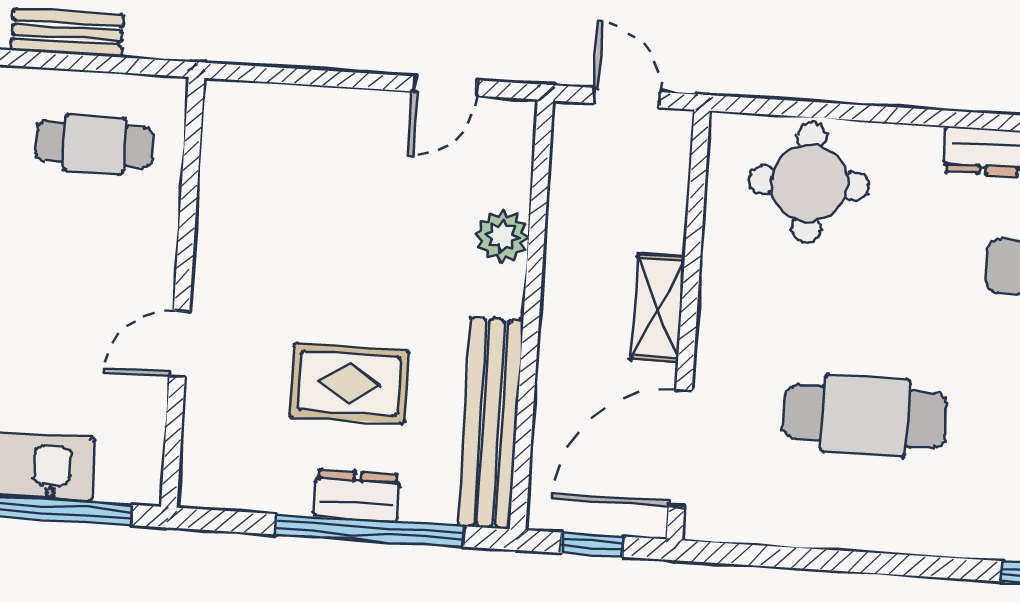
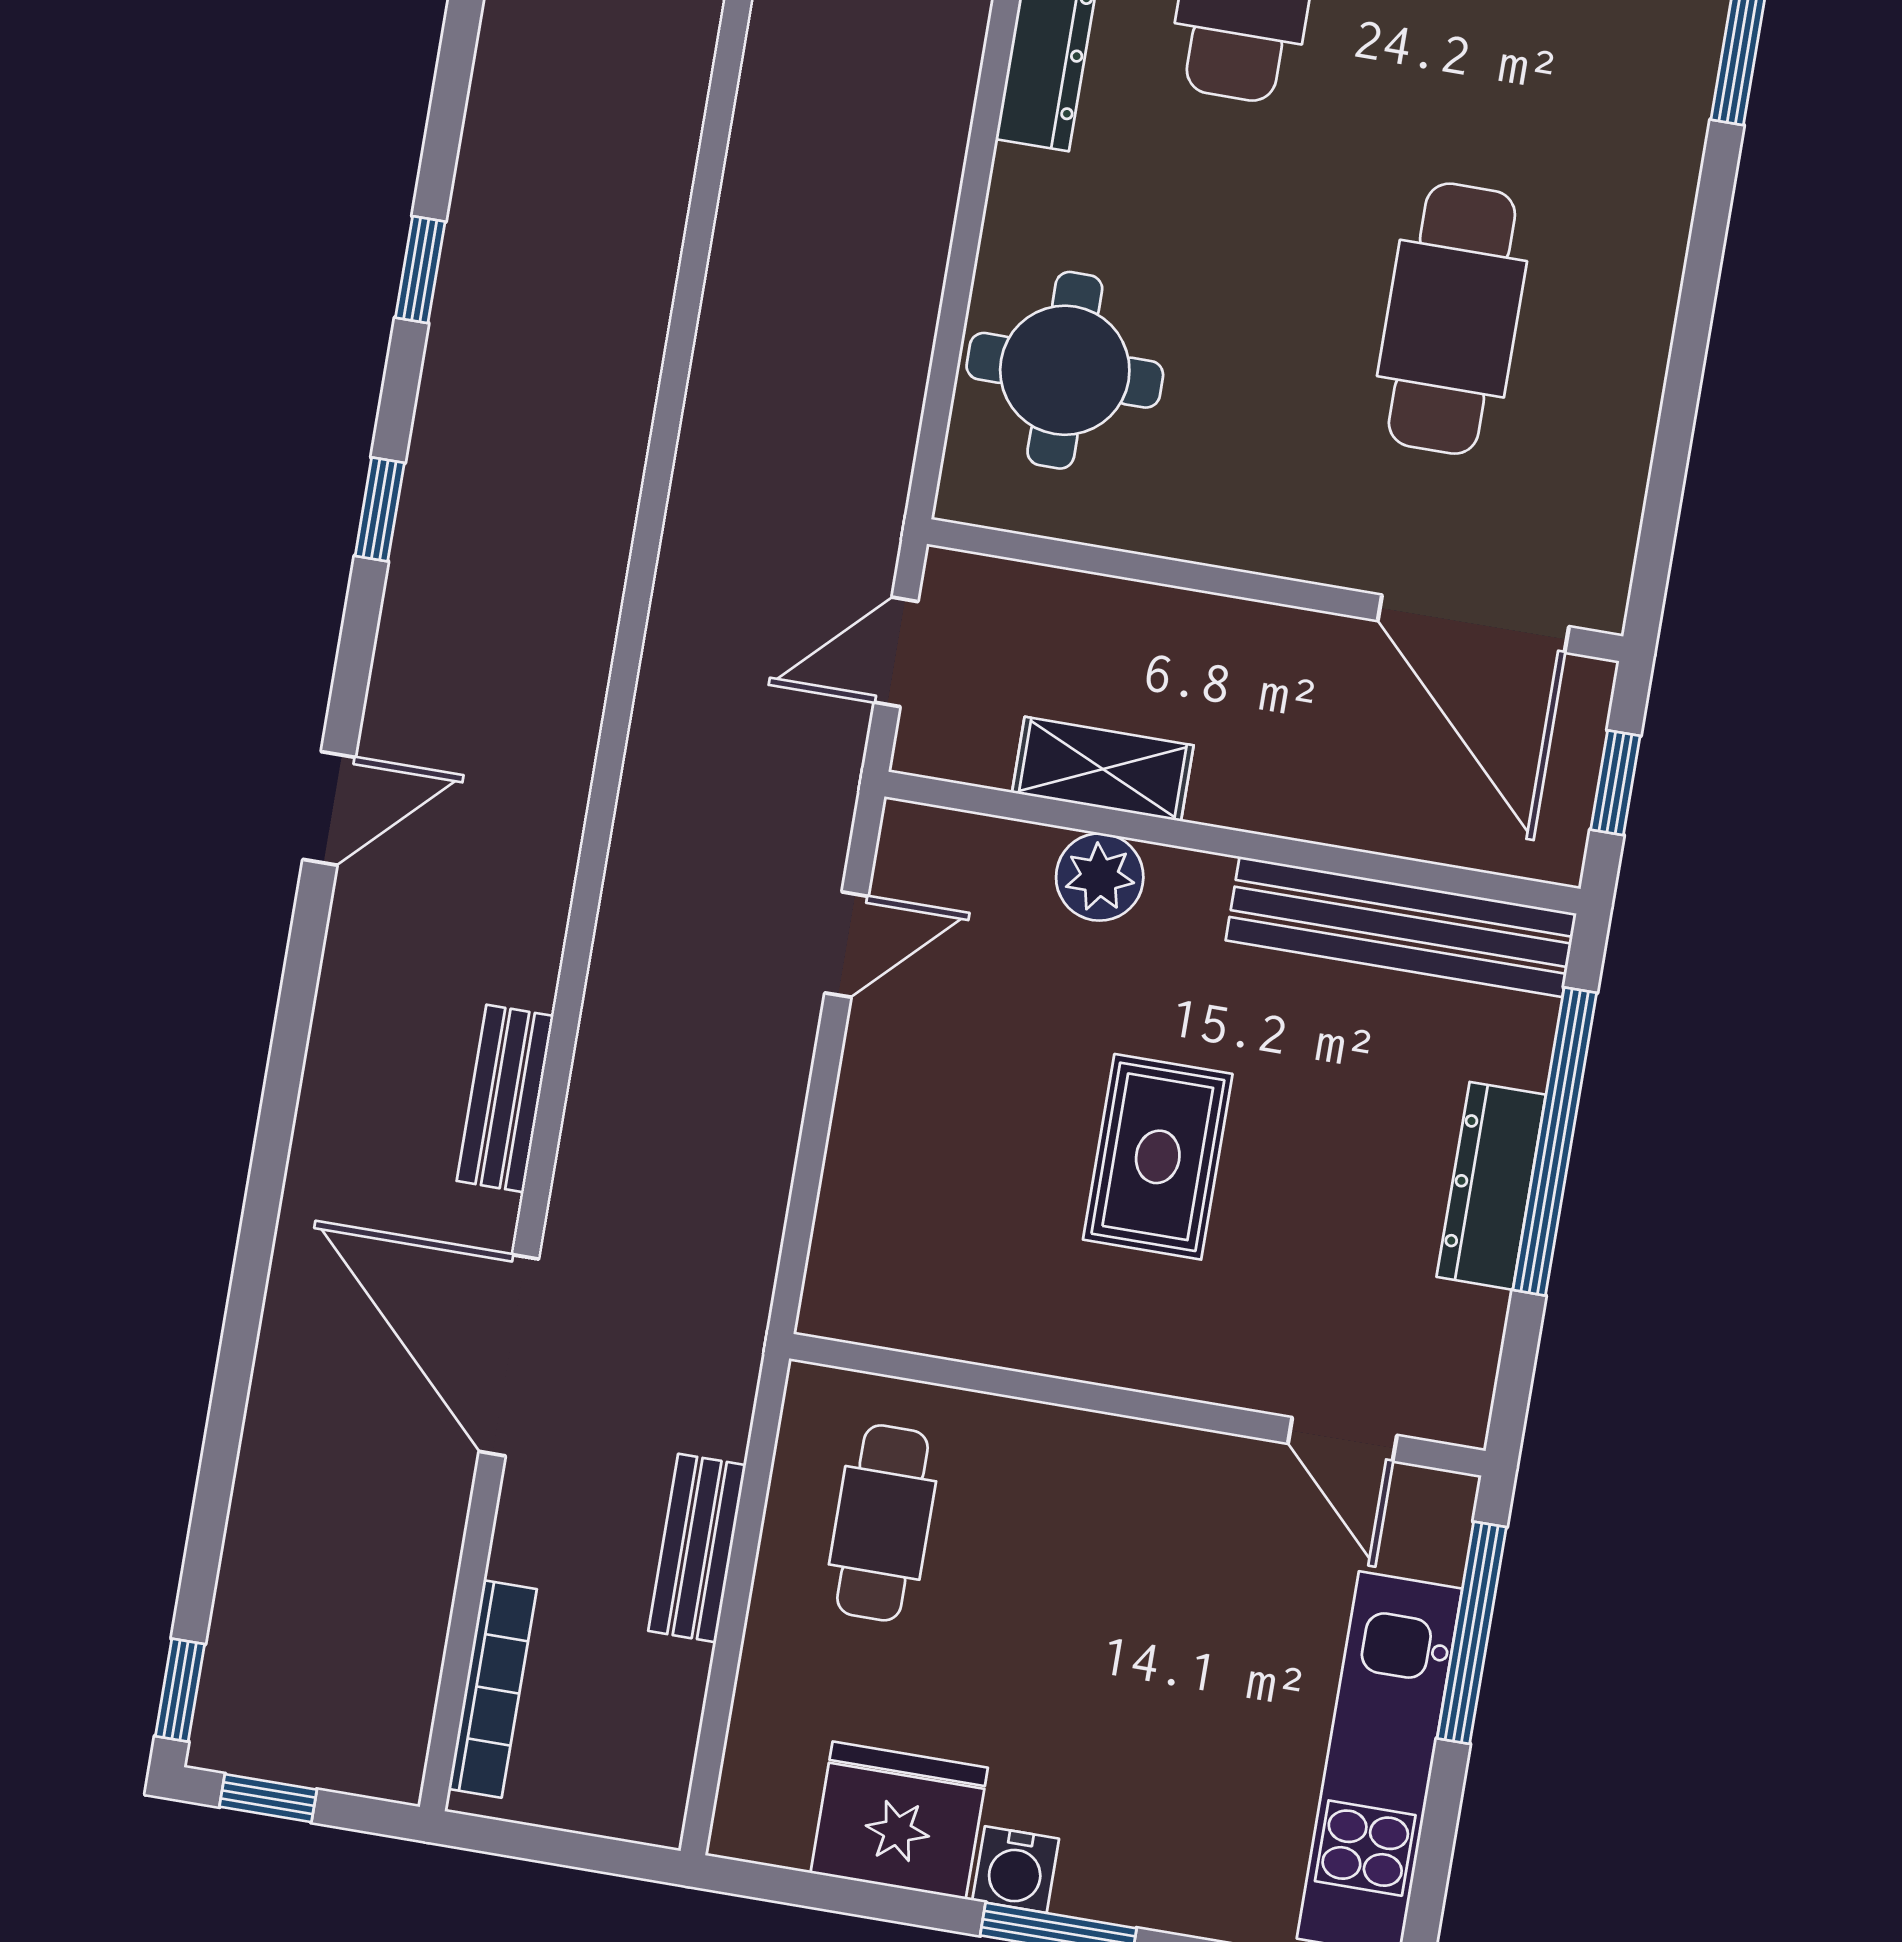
door: (445, 86) -> (847, 945), hinge flipped
shelving: (658, 308) -> (1103, 769), moved
door: (179, 344) -> (1342, 1439), moved
rug: (349, 383) -> (1158, 1157), moved
dresser: (357, 496) -> (1491, 1186), width x1.44

